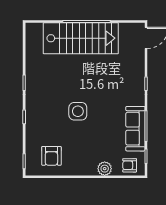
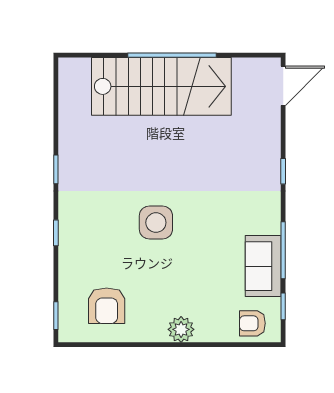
sofa: (135, 129) -> (263, 266), width x0.73
plant: (105, 169) -> (181, 329), moved

